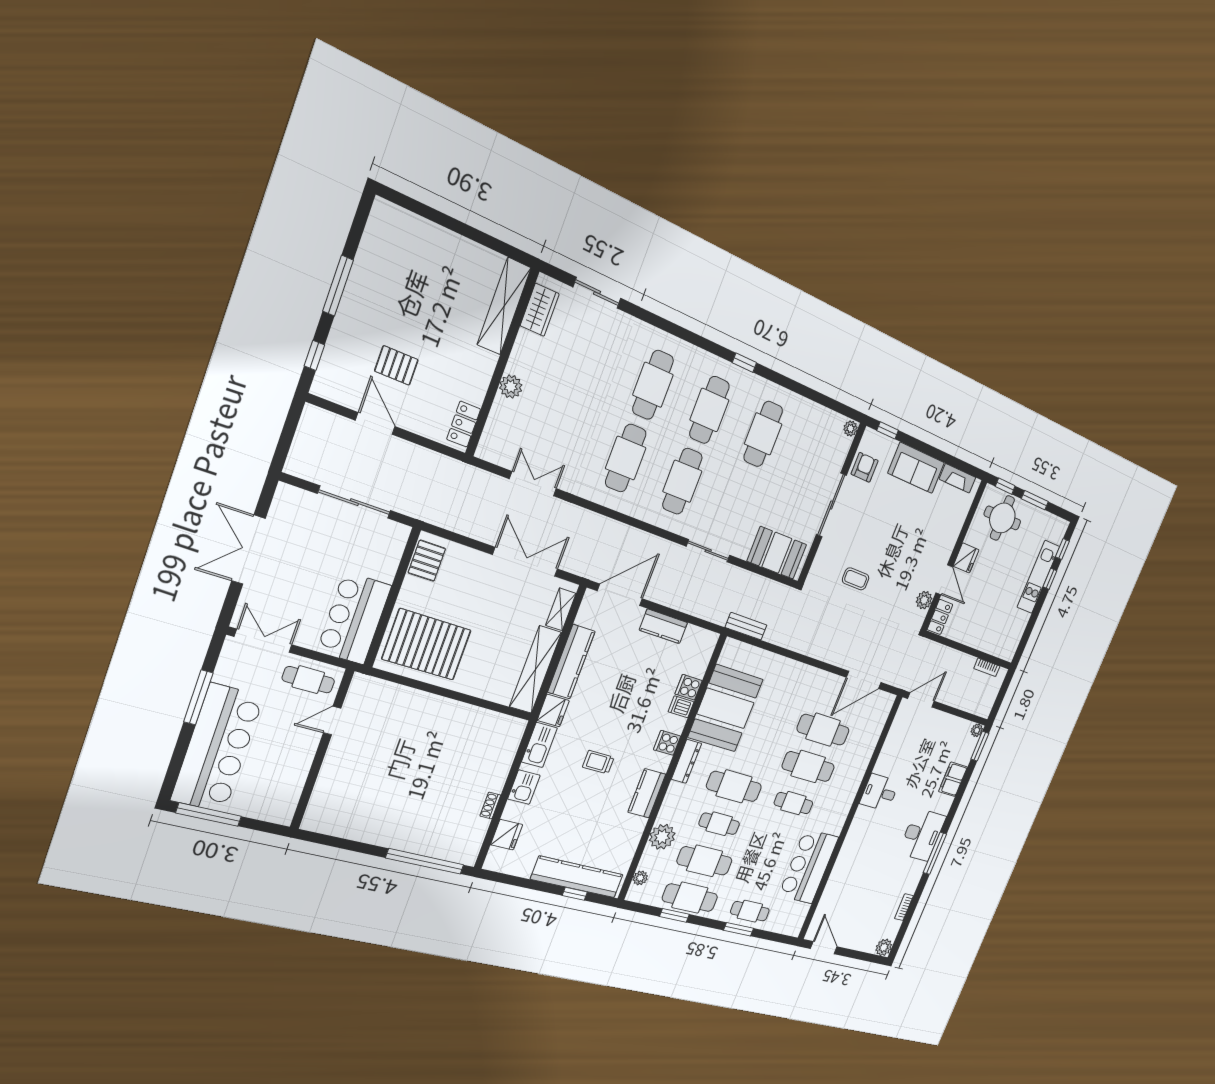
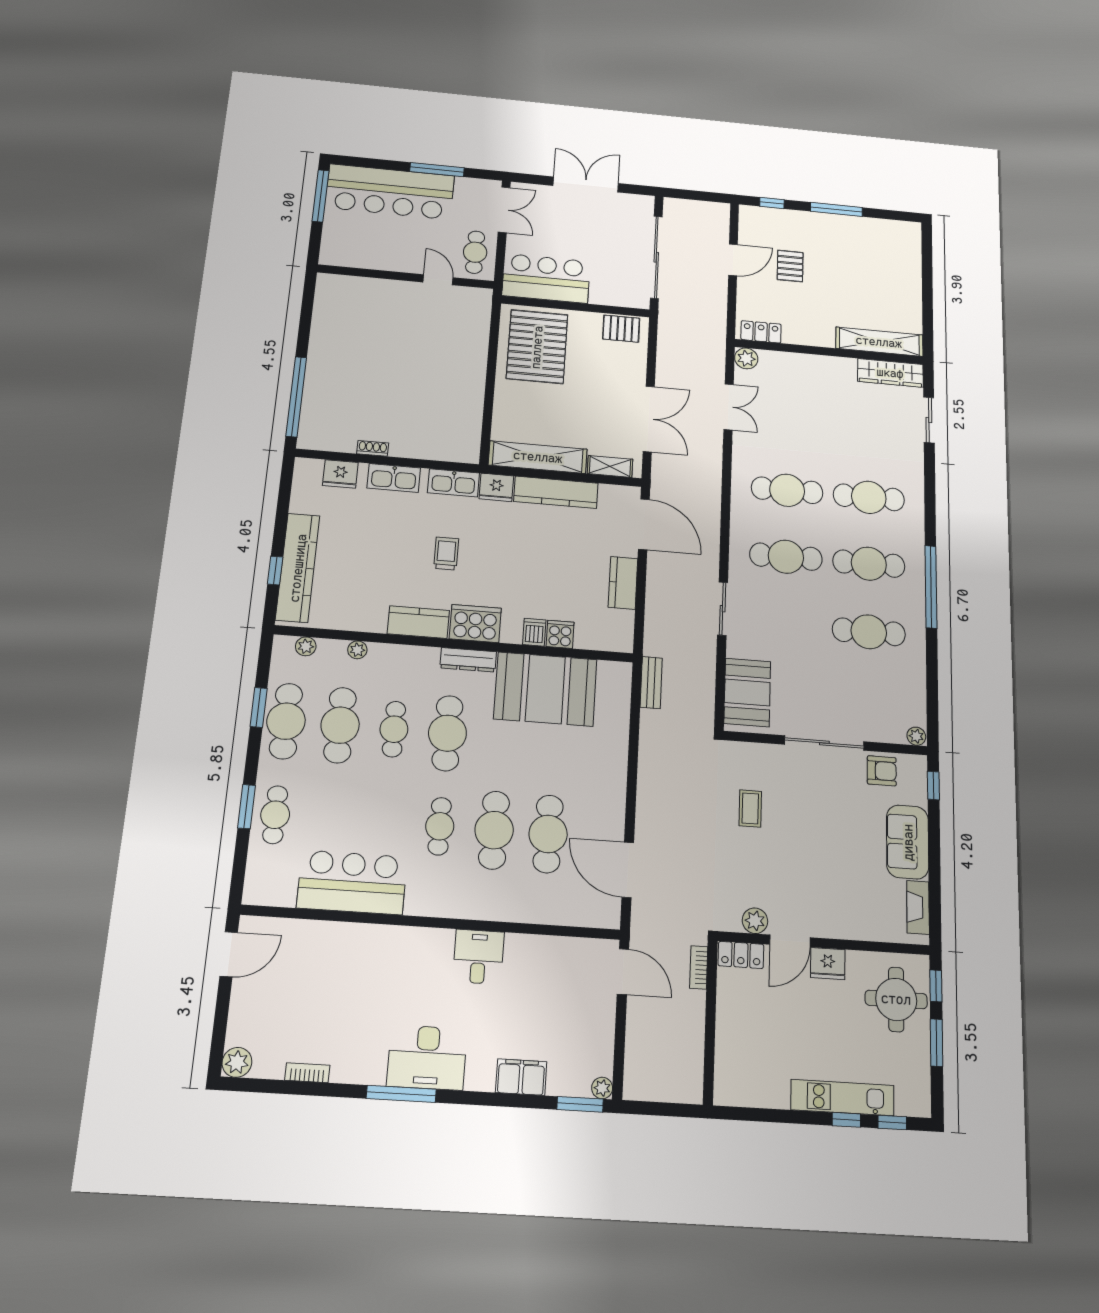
wardrobe: (540, 310) -> (890, 373), width x1.50
window: (744, 363) -> (931, 587), width x3.17
plant: (511, 387) -> (746, 358), moved
sliding door: (354, 502) -> (656, 257), width x1.36
bookcase: (987, 667) -> (699, 967), moved
cooker: (667, 743) -> (475, 623), width x1.87, depth x1.31
kitchen sink: (524, 787) -> (394, 478), width x1.38
plant: (662, 837) -> (357, 650), width x0.53, depth x0.53

